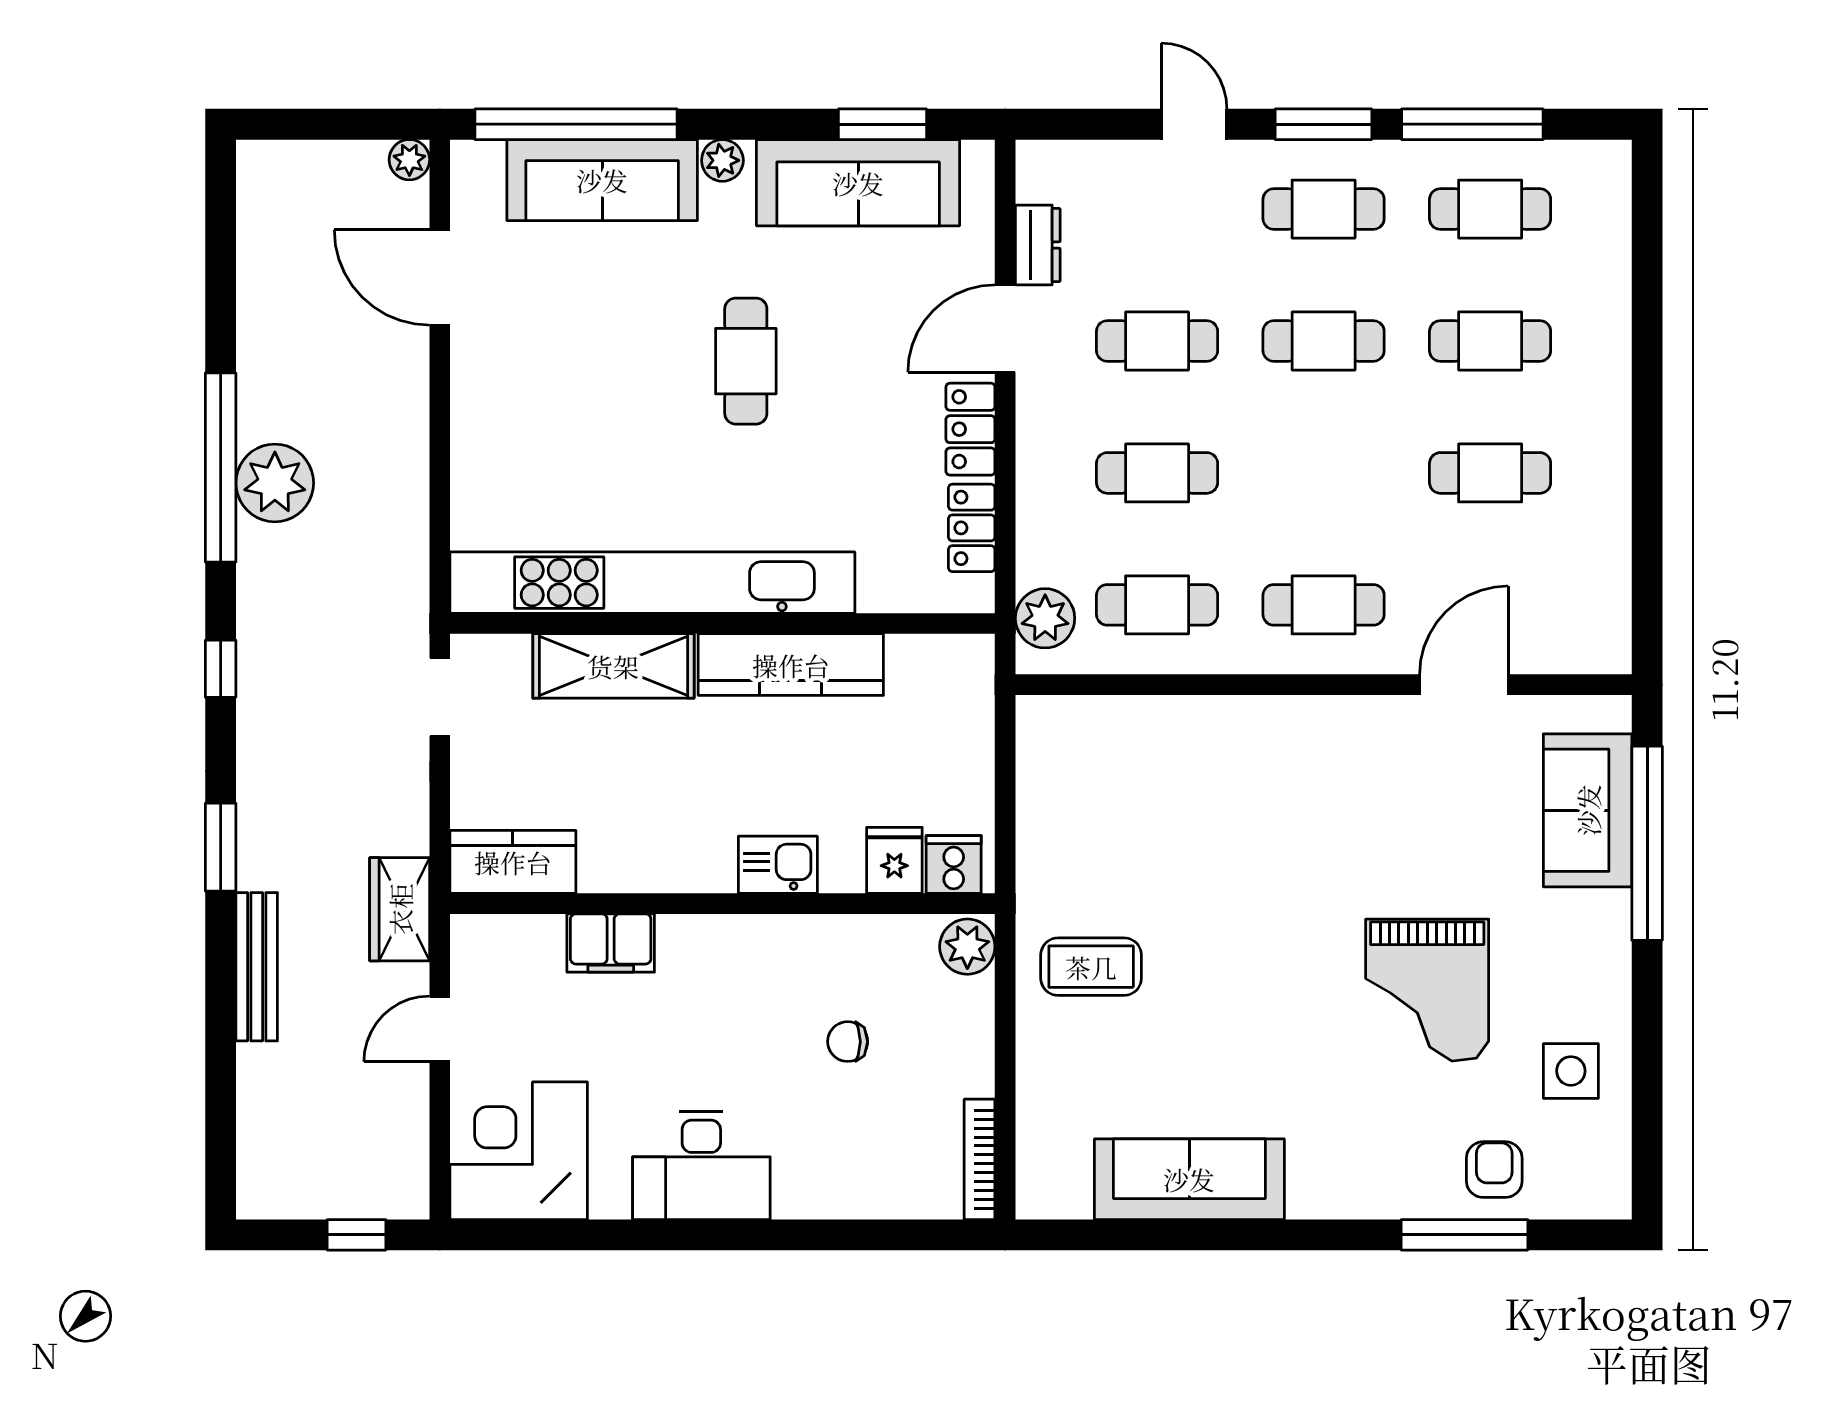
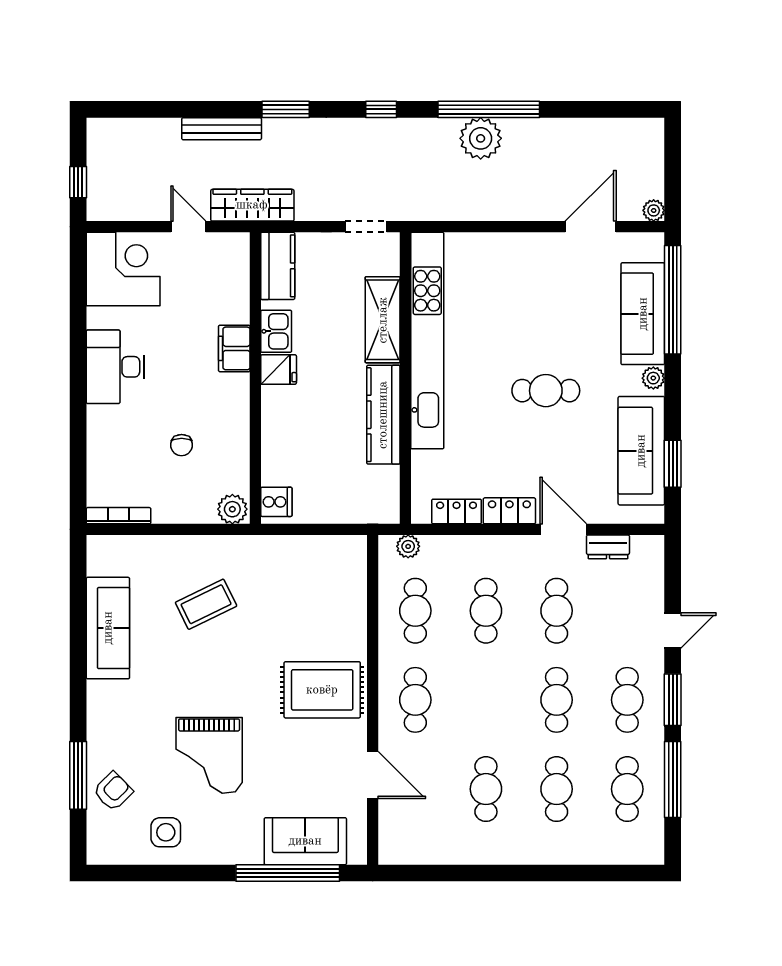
plant: (1045, 618) -> (408, 546), width x0.73, depth x0.73
rug: (1305, 779) -> (322, 690), added
fridge: (894, 860) -> (279, 369), moved
kitchen sink: (778, 865) -> (276, 331), moved
wardrobe: (400, 909) -> (252, 205), width x1.50
filing cabinet: (611, 943) -> (234, 348), moved
coffee table: (1091, 967) -> (206, 604), moved, turned 64
grand piano: (1427, 990) -> (209, 755), turned -90
chair: (848, 1042) -> (182, 445), turned 180
armchair: (1494, 1170) -> (113, 791), turned -45

